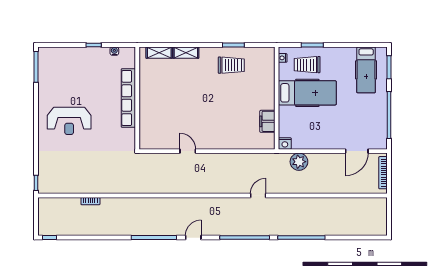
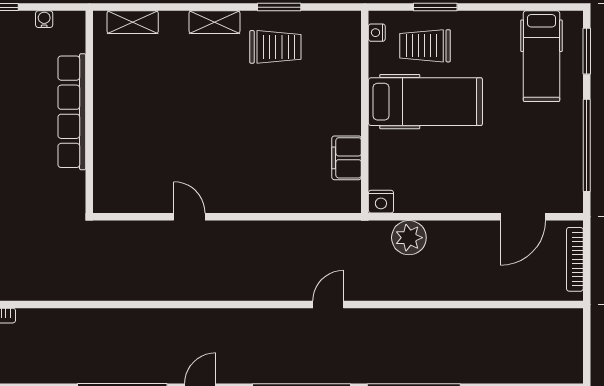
shelving: (186, 53) -> (214, 22), moved

